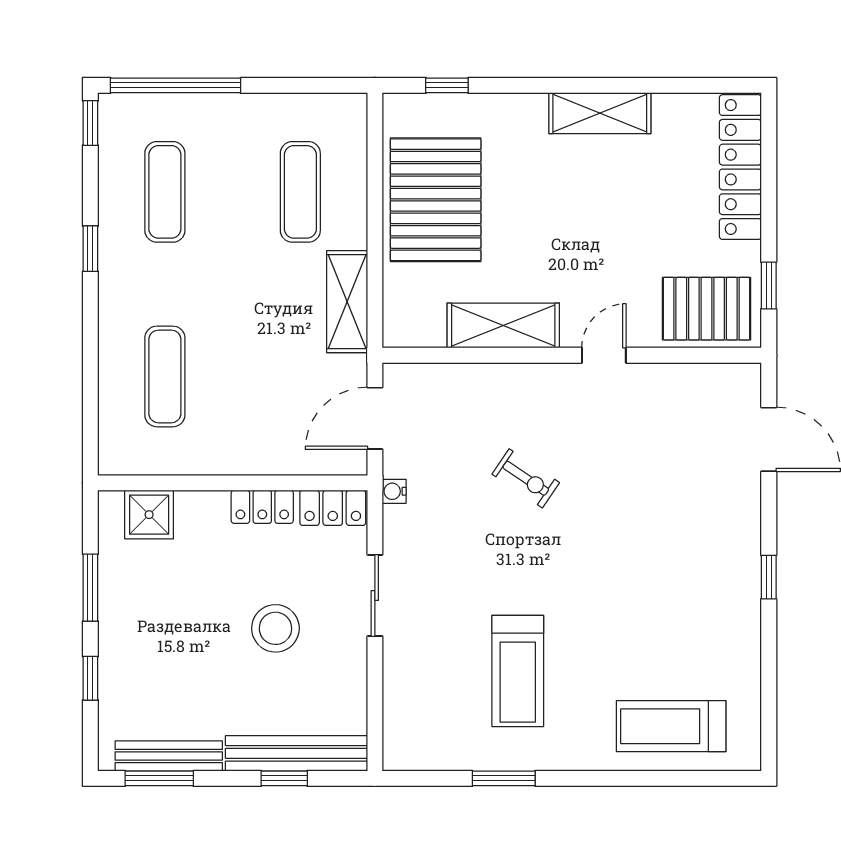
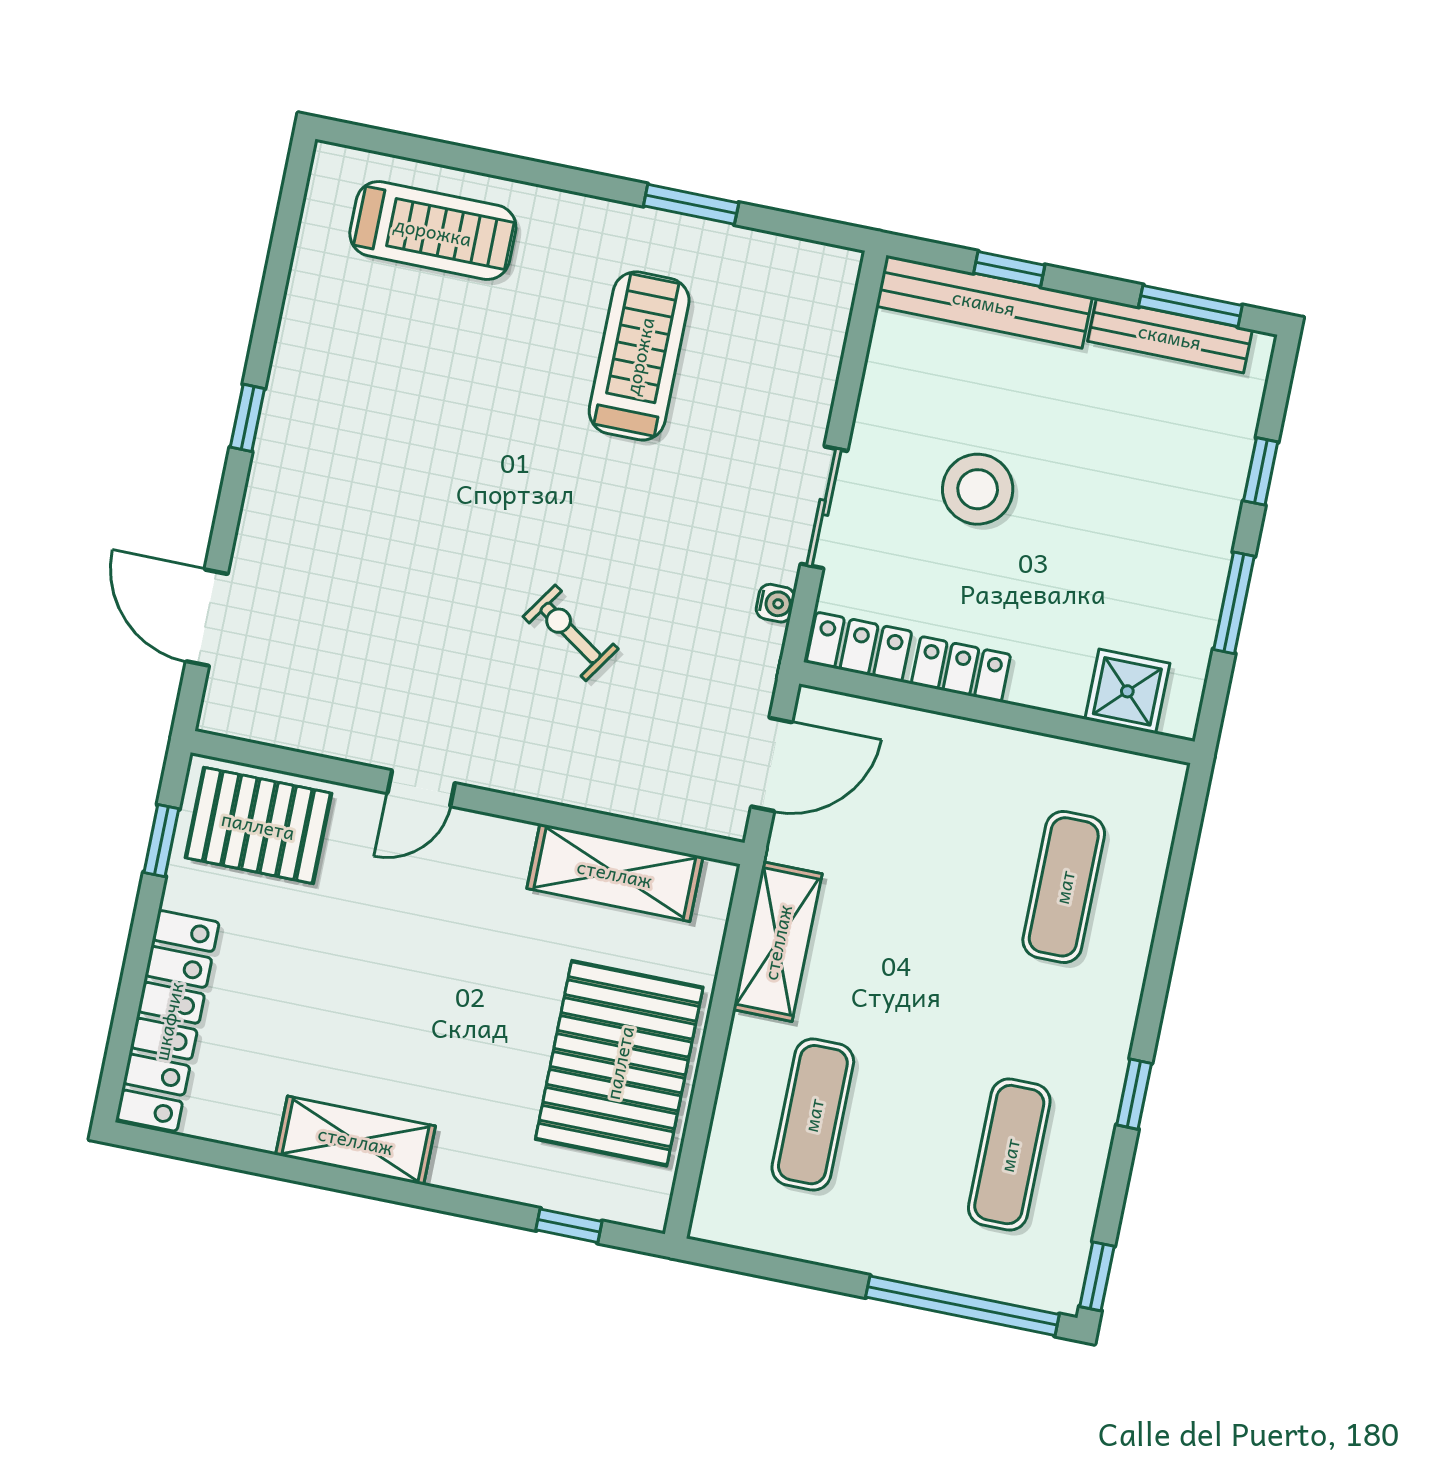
shelving: (503, 326) -> (615, 873), moved
water cooler: (394, 491) -> (775, 603), moved

